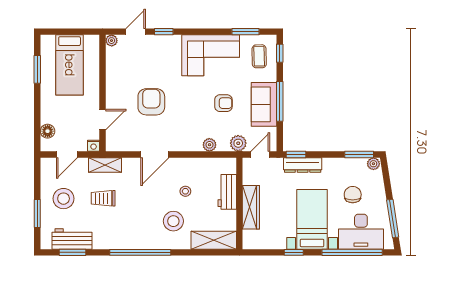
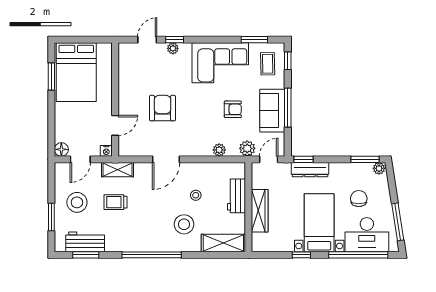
plant: (112, 41) -> (173, 48), moved
bed: (70, 65) -> (76, 72), width x1.50
floor lamp: (48, 131) -> (61, 149), moved

